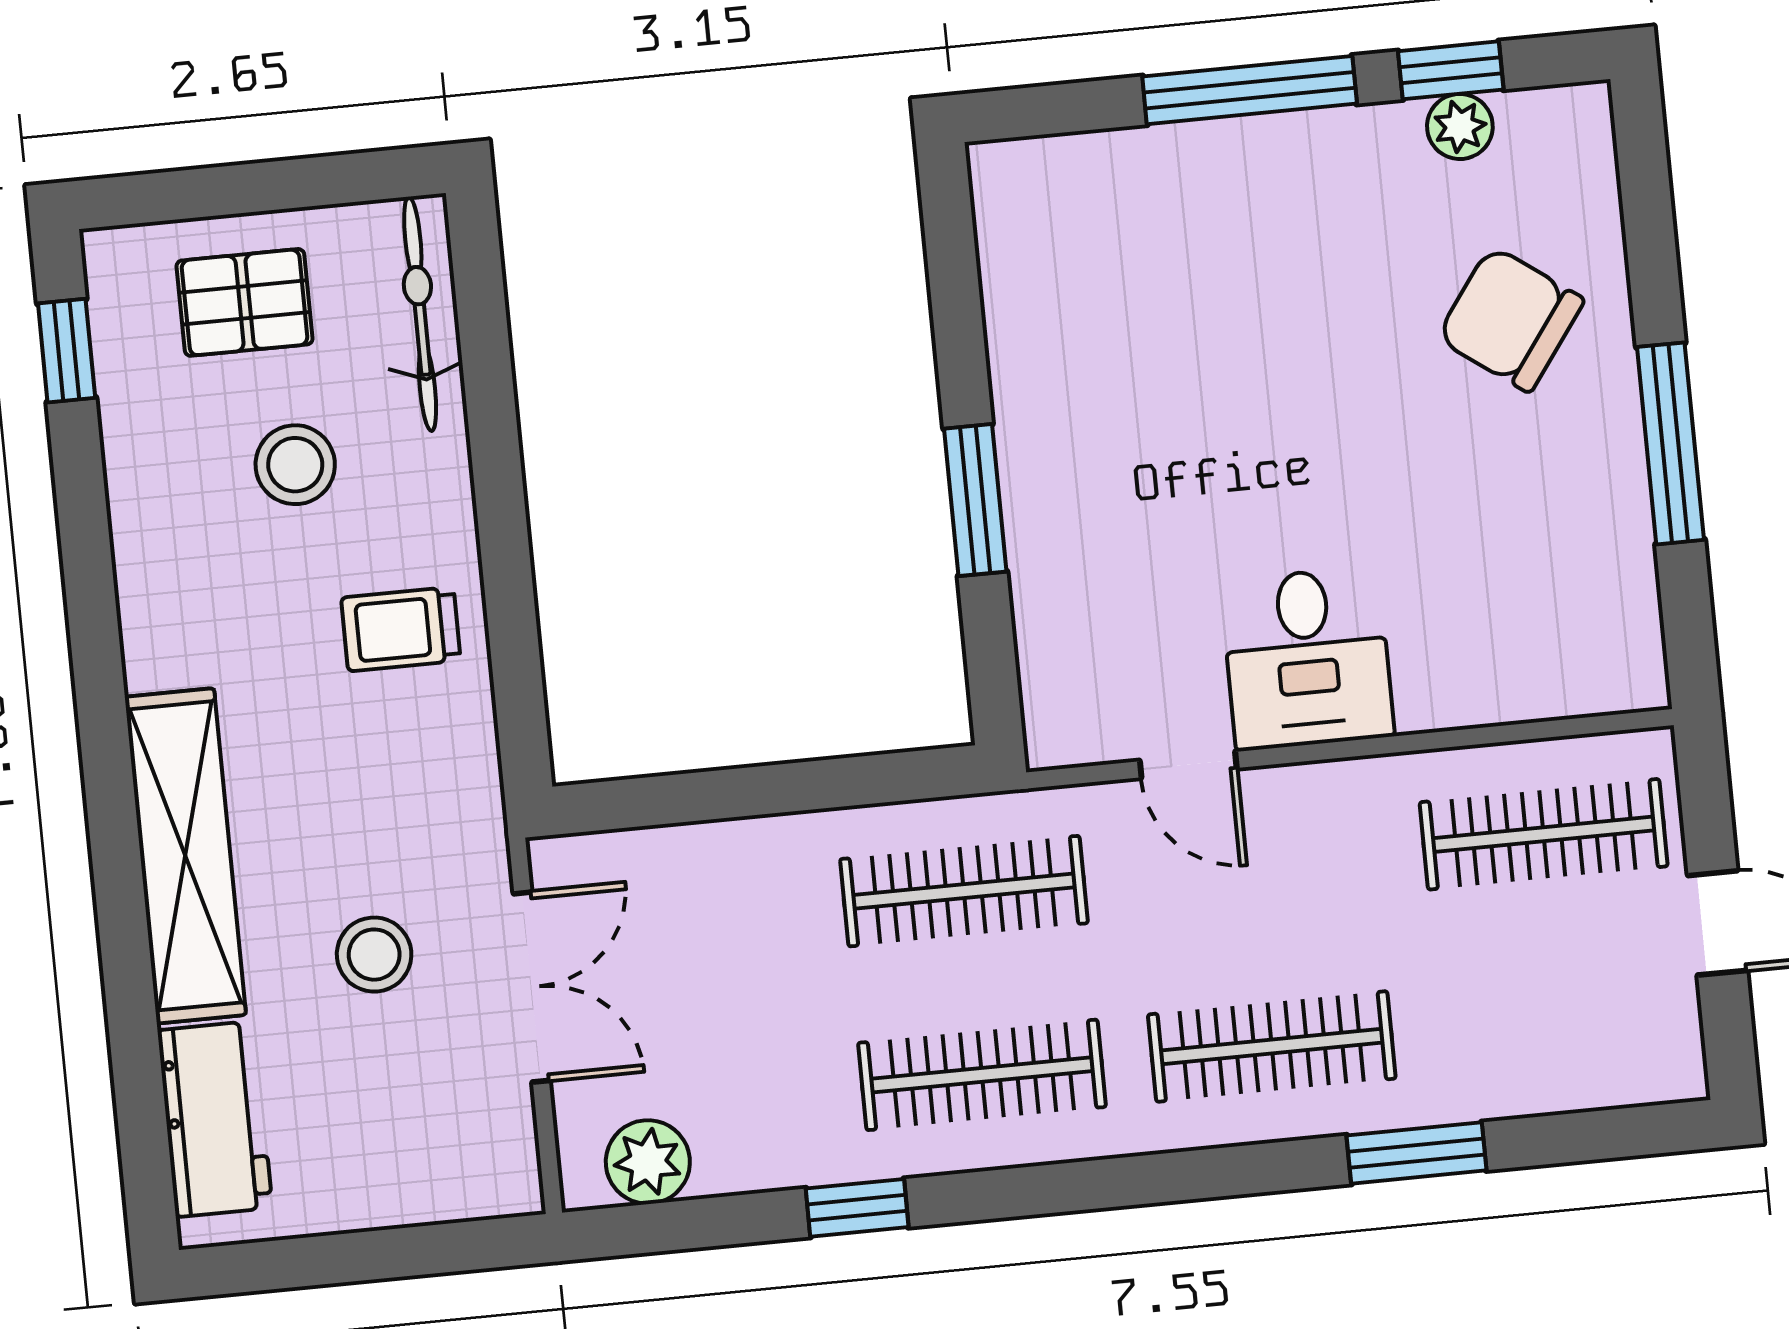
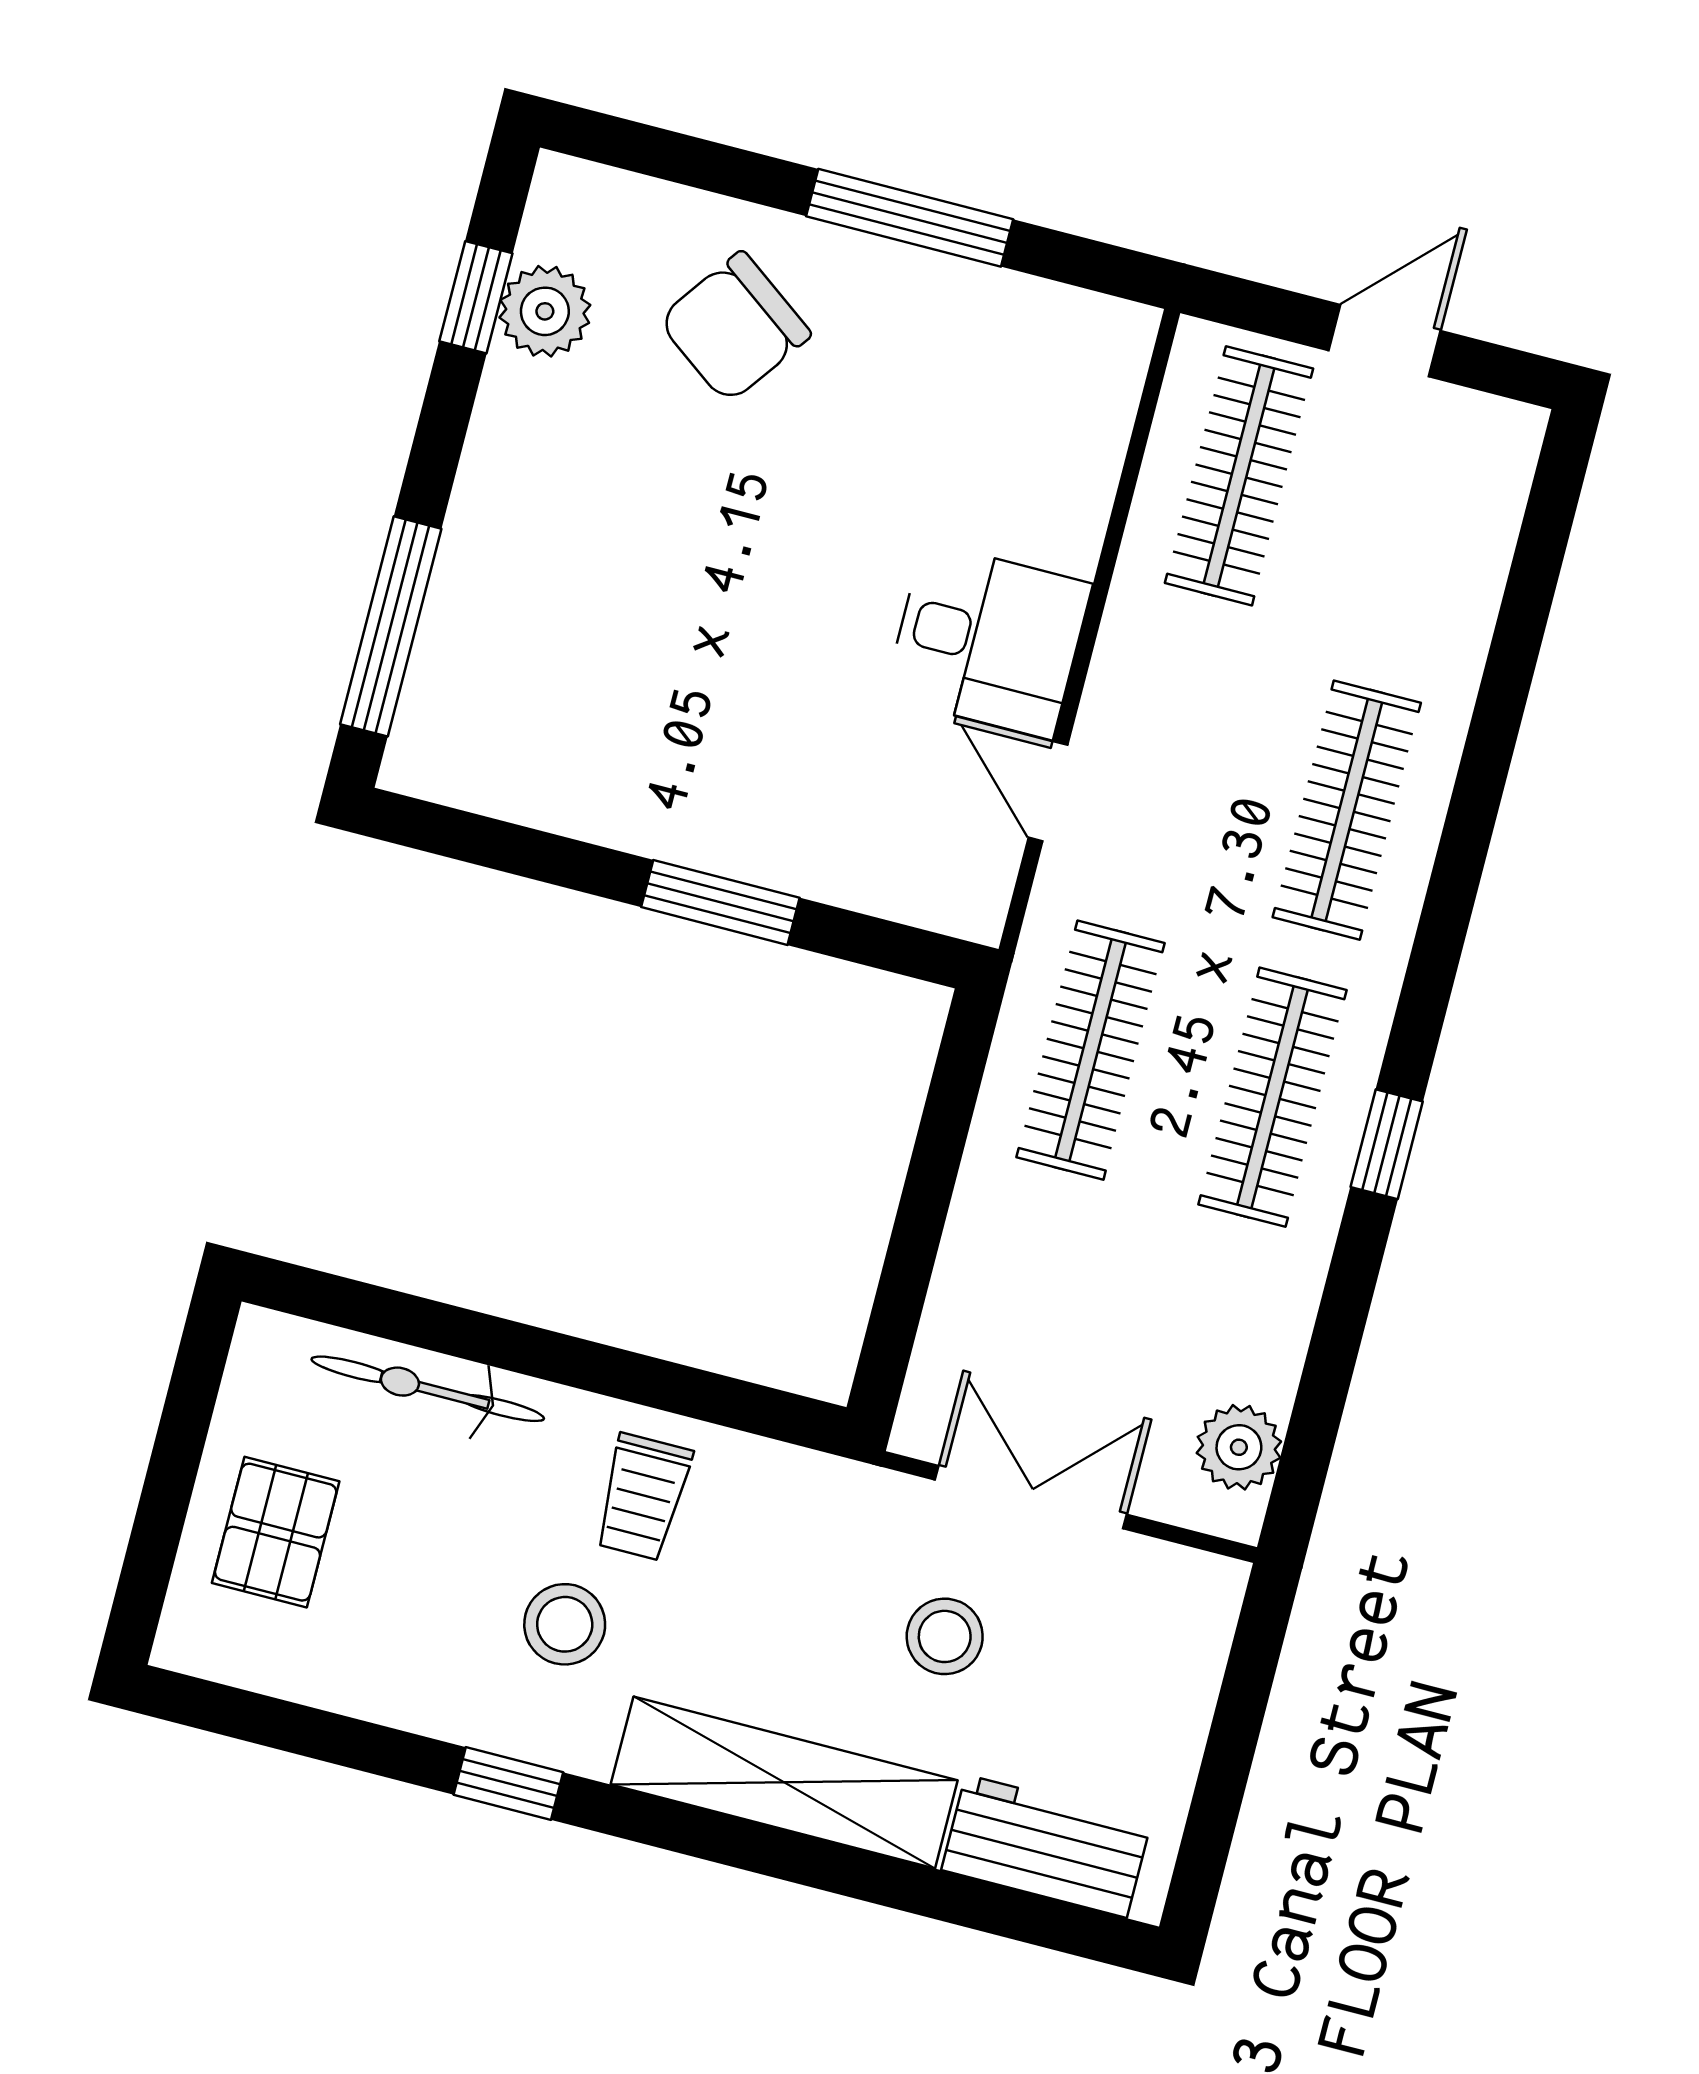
window: (1250, 90) -> (391, 626), moved
plant: (1460, 126) -> (545, 311), width x1.38, depth x1.38
bicycle: (420, 314) -> (428, 1389), moved
window: (67, 351) -> (508, 1784), moved
stool: (295, 465) -> (565, 1624), moved
door: (1188, 765) -> (1048, 791), swing flipped
window: (1417, 1153) -> (1499, 709), removed
window: (857, 1208) -> (1387, 1144), moved

